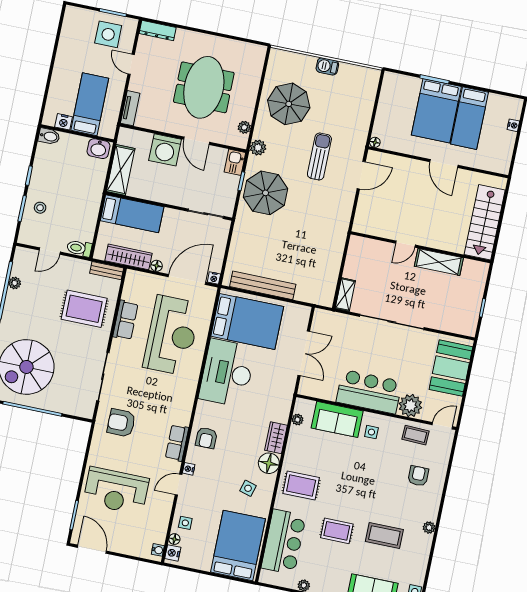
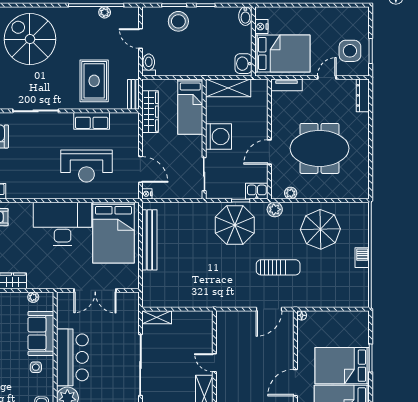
bed: (90, 104) -> (282, 53), width x1.50
washing machine: (165, 150) -> (219, 137), moved, turned 180
door: (361, 175) -> (269, 309), hinge flipped
stool: (40, 208) -> (178, 21), width x1.89, depth x1.89
floor lamp: (157, 266) -> (147, 139), removed
door: (187, 279) -> (140, 169), width x0.73
reception desk: (172, 335) -> (86, 166), width x0.74, depth x0.77

